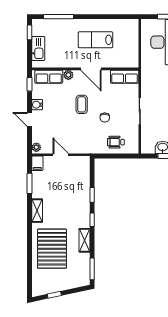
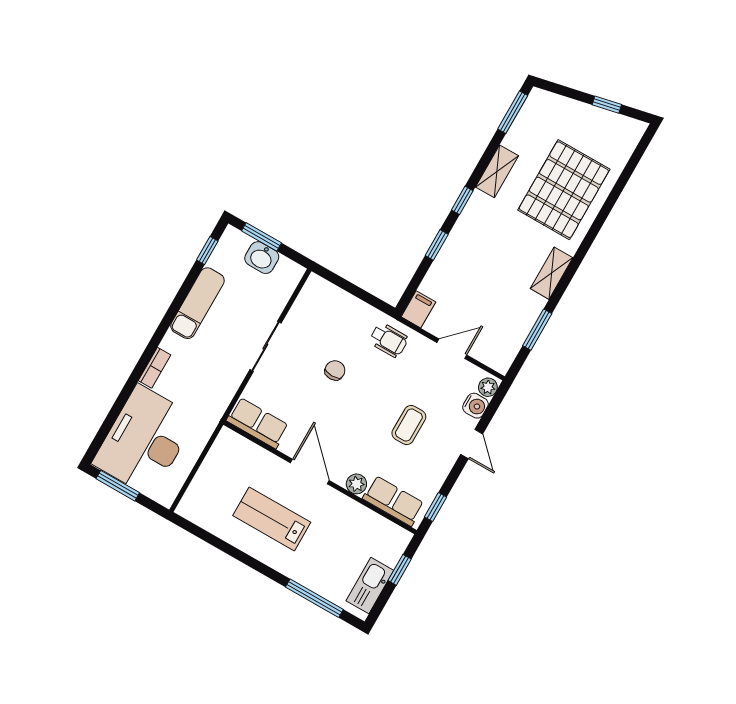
window: (29, 32) -> (400, 570), moved
lab bench: (95, 40) -> (272, 519), turned 180
kitchen sink: (38, 48) -> (370, 586), moved
coffee table: (82, 104) -> (409, 425), moved
water cooler: (37, 105) -> (475, 406), moved
wheelchair: (116, 142) -> (389, 340), moved
door: (61, 155) -> (452, 349), swing flipped
filing cabinet: (37, 163) -> (418, 309), moved

